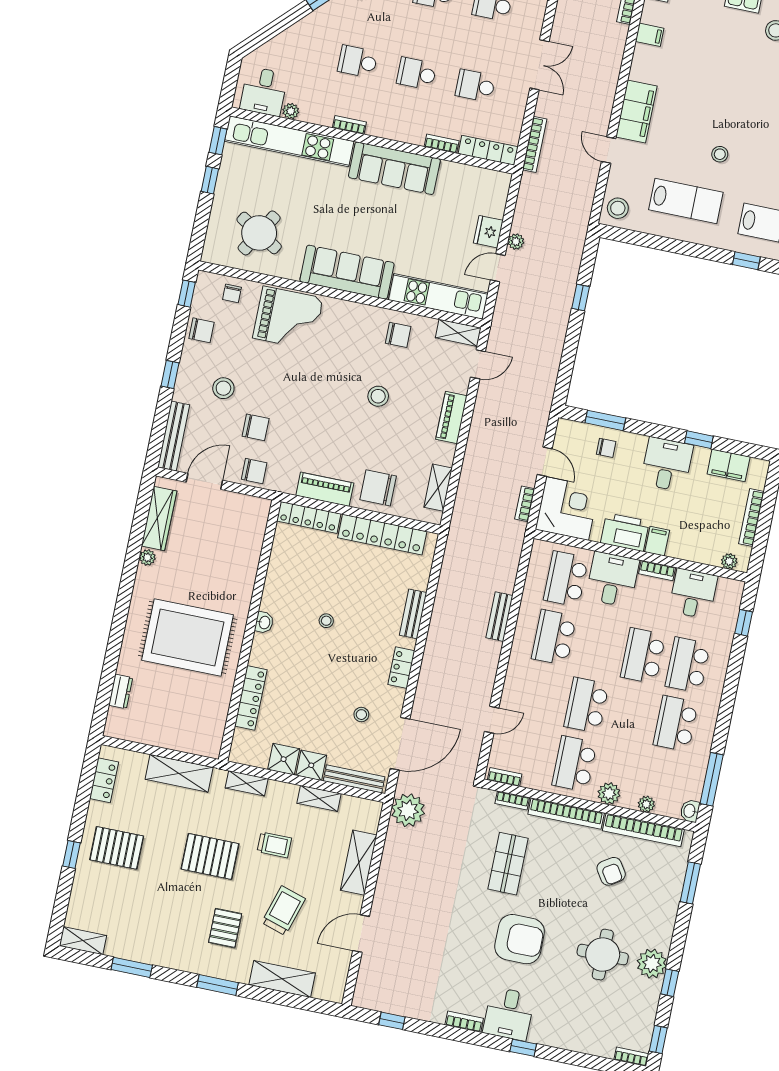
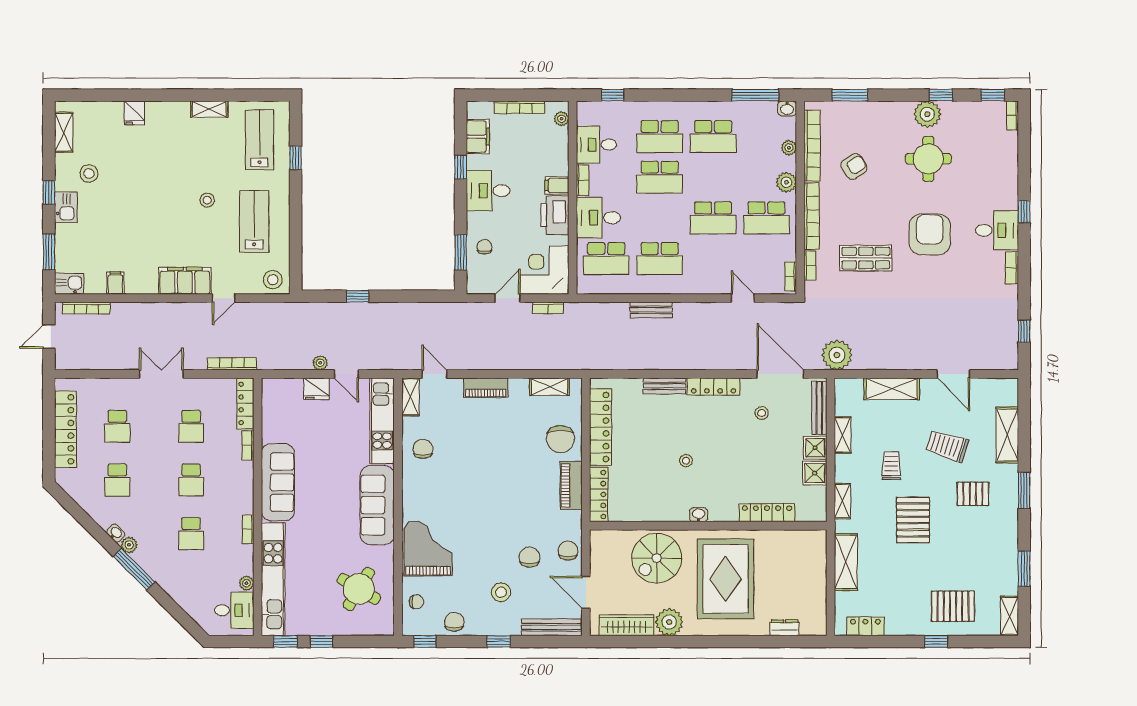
stool: (378, 396) -> (480, 456), removed
plant: (147, 558) -> (669, 622), width x1.88, depth x1.88
spiral stairs: (226, 567) -> (657, 558), added
locker: (401, 668) -> (713, 386), width x1.53
pallet: (117, 848) -> (953, 606), moved, turned 90

